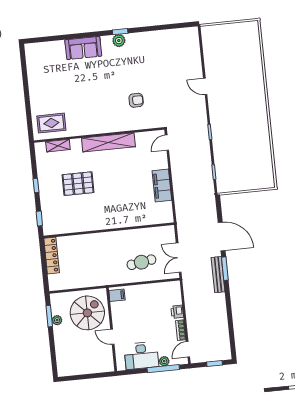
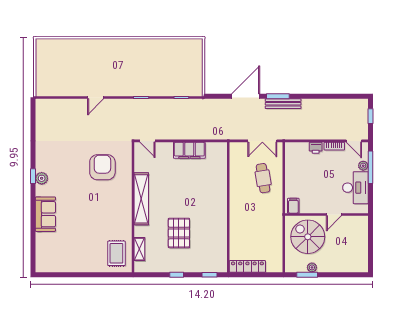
armchair: (136, 100) -> (102, 167), width x1.88, depth x1.88

